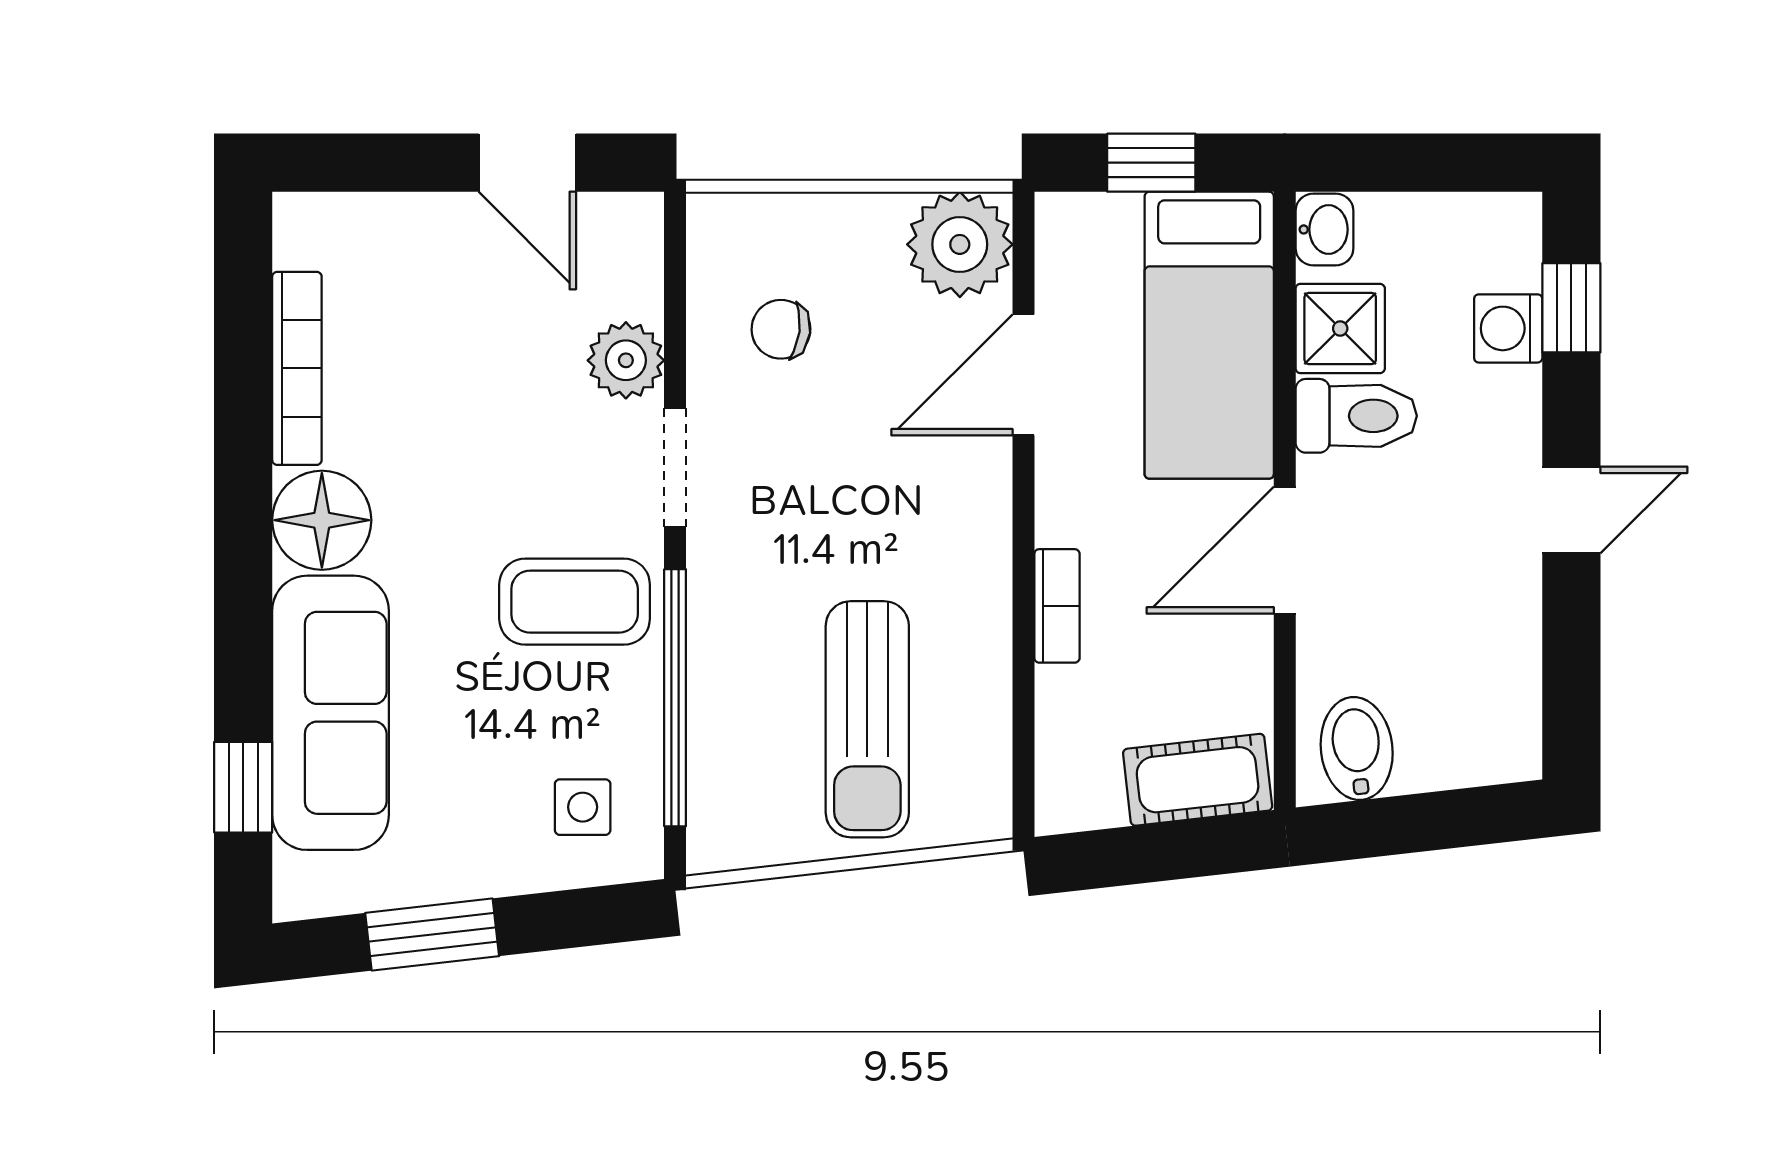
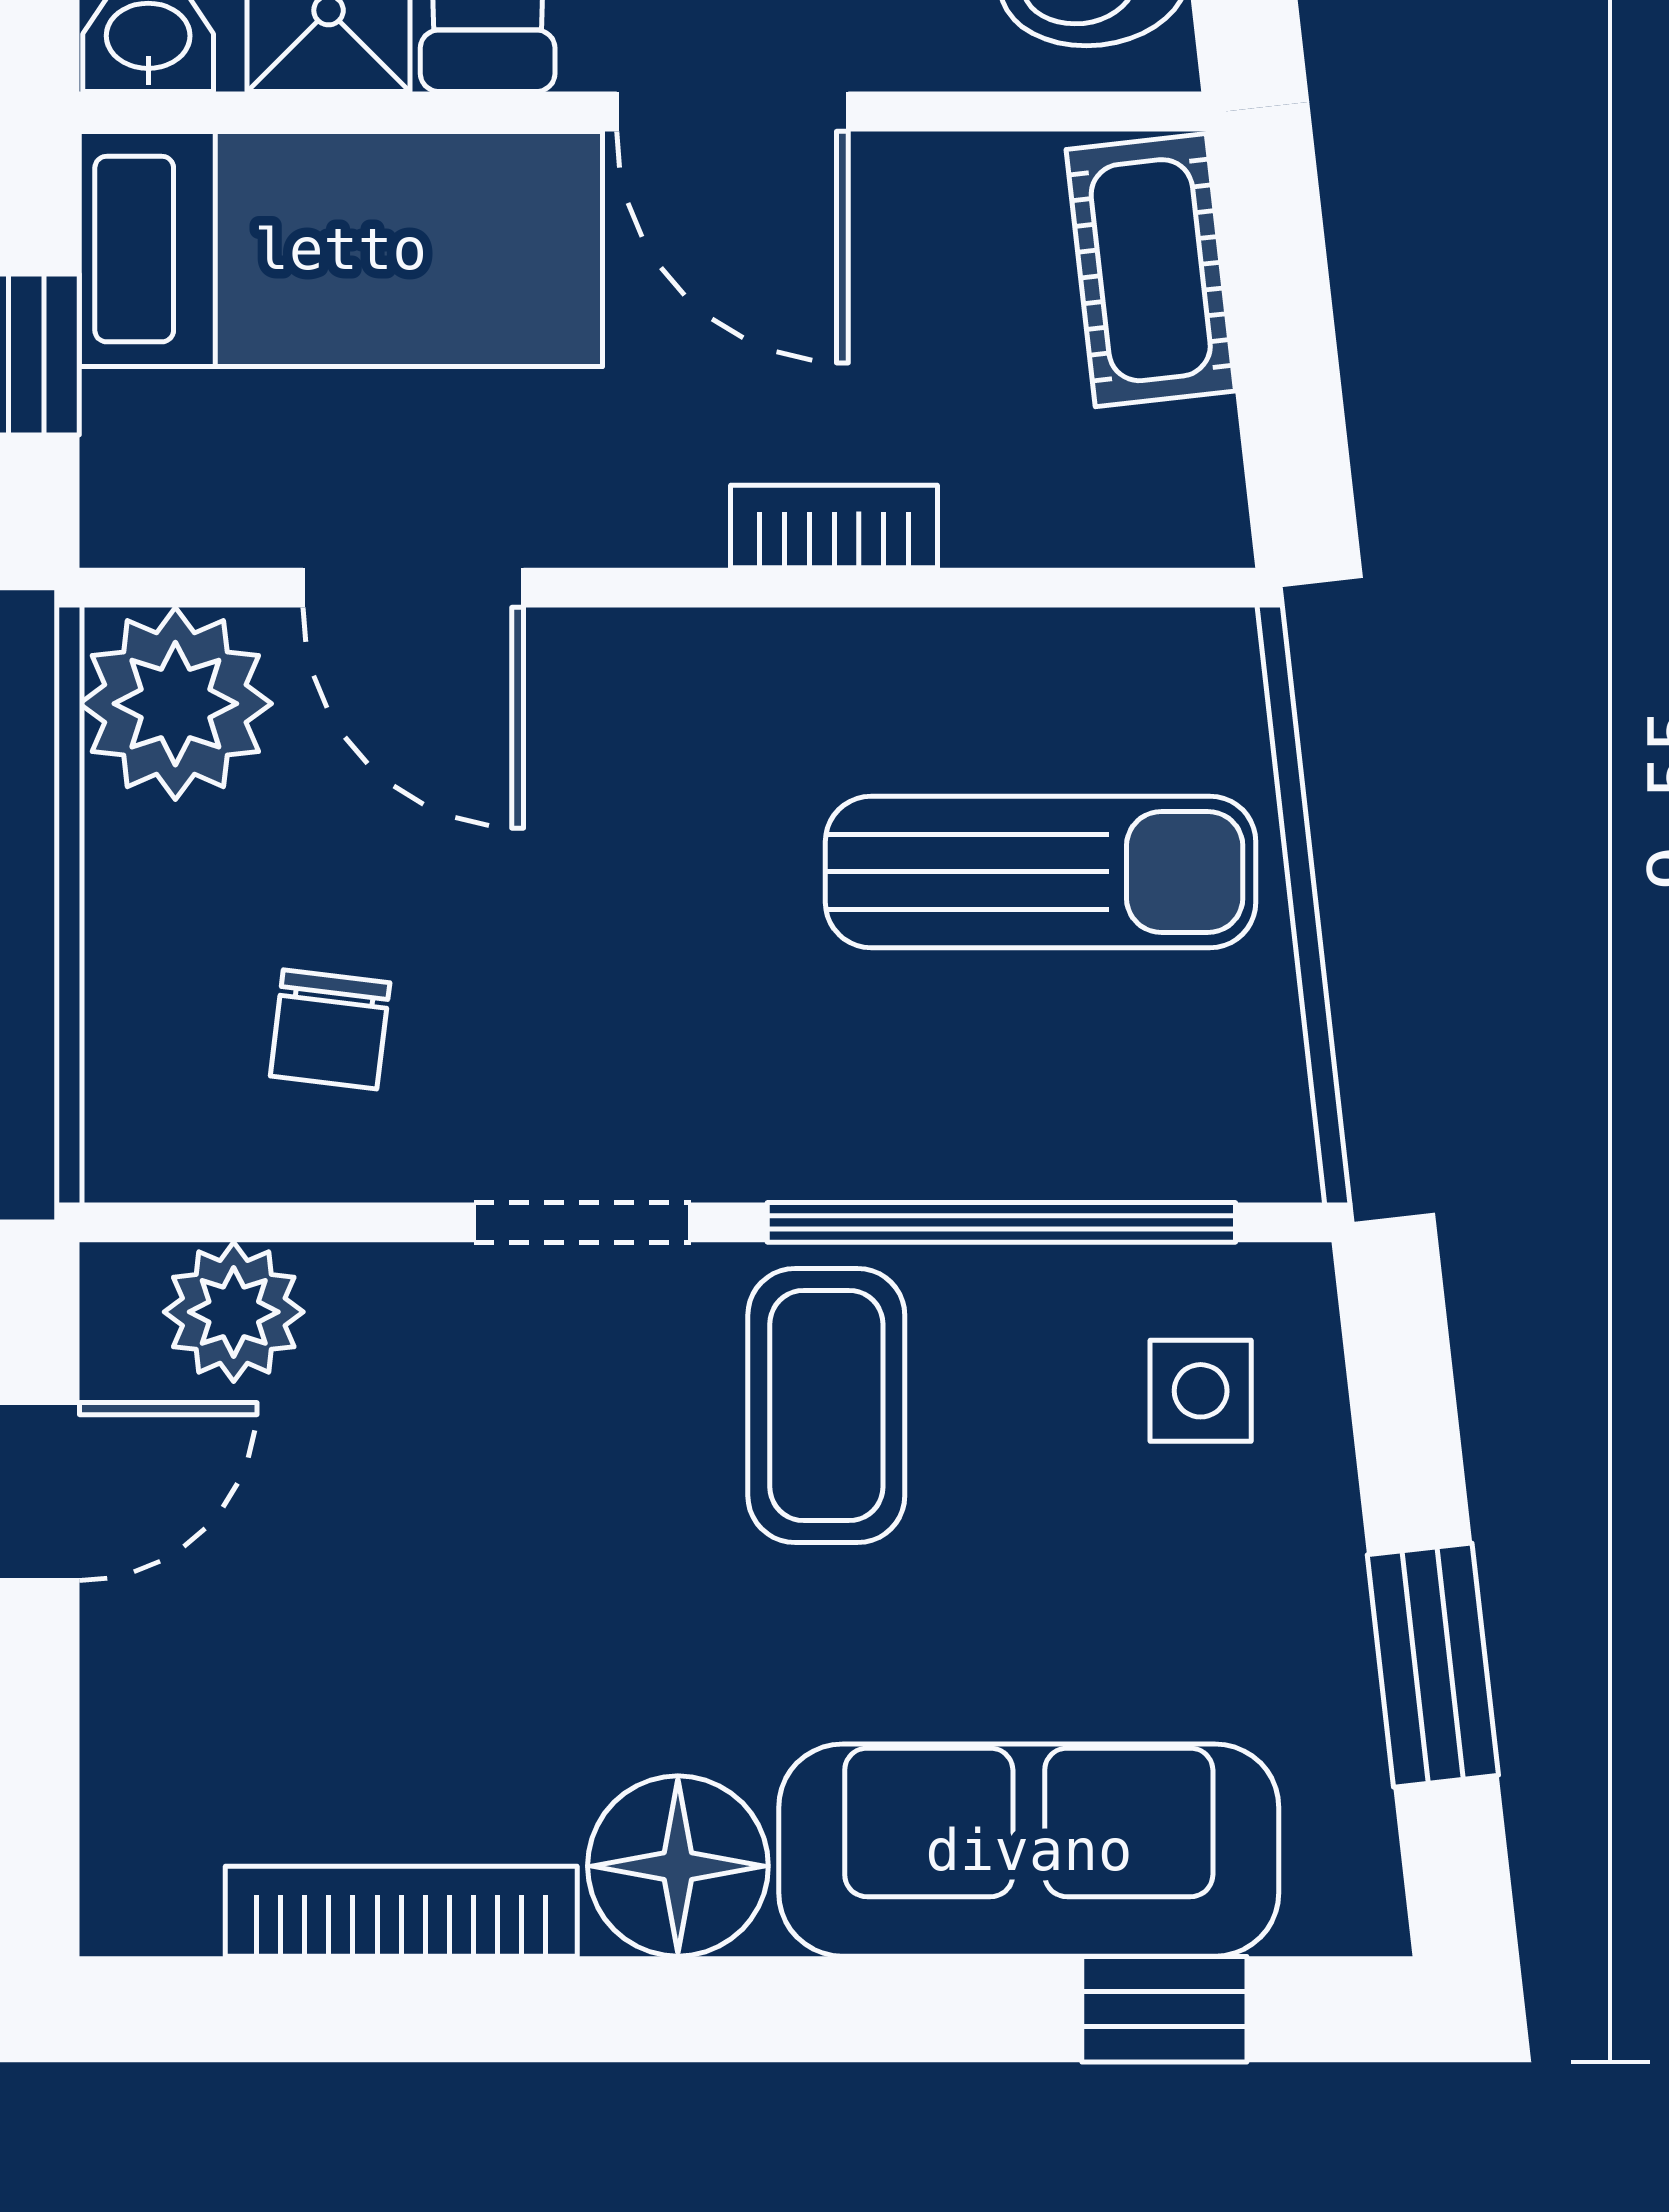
plant: (626, 360) -> (234, 1312), moved

